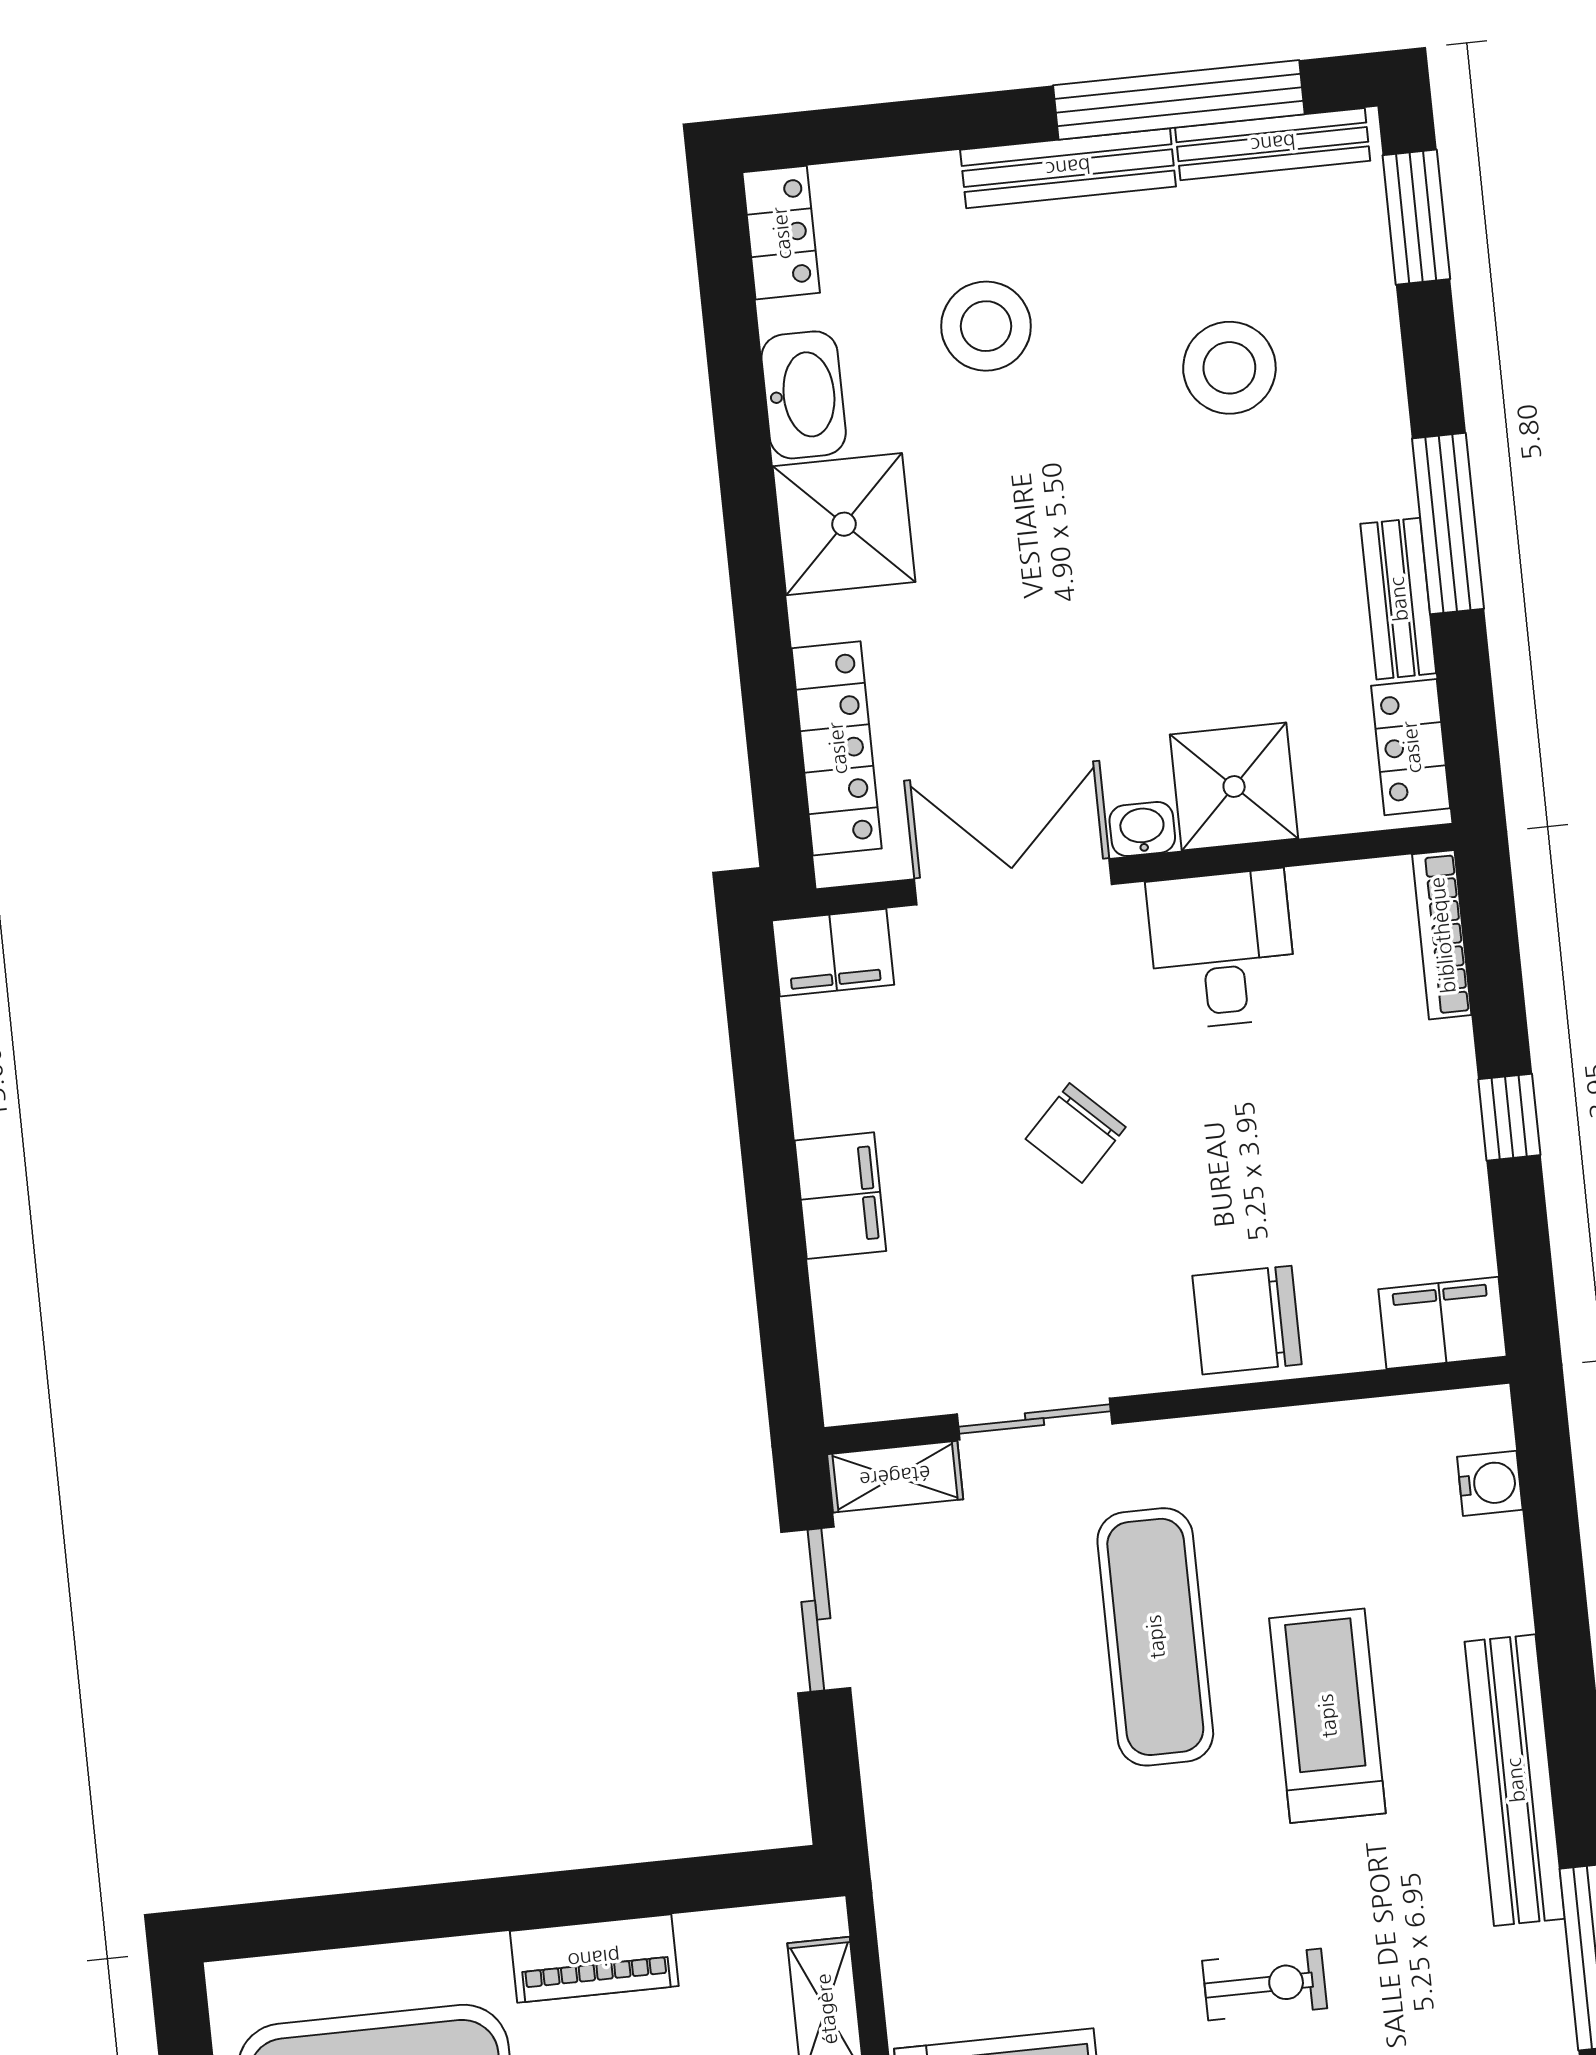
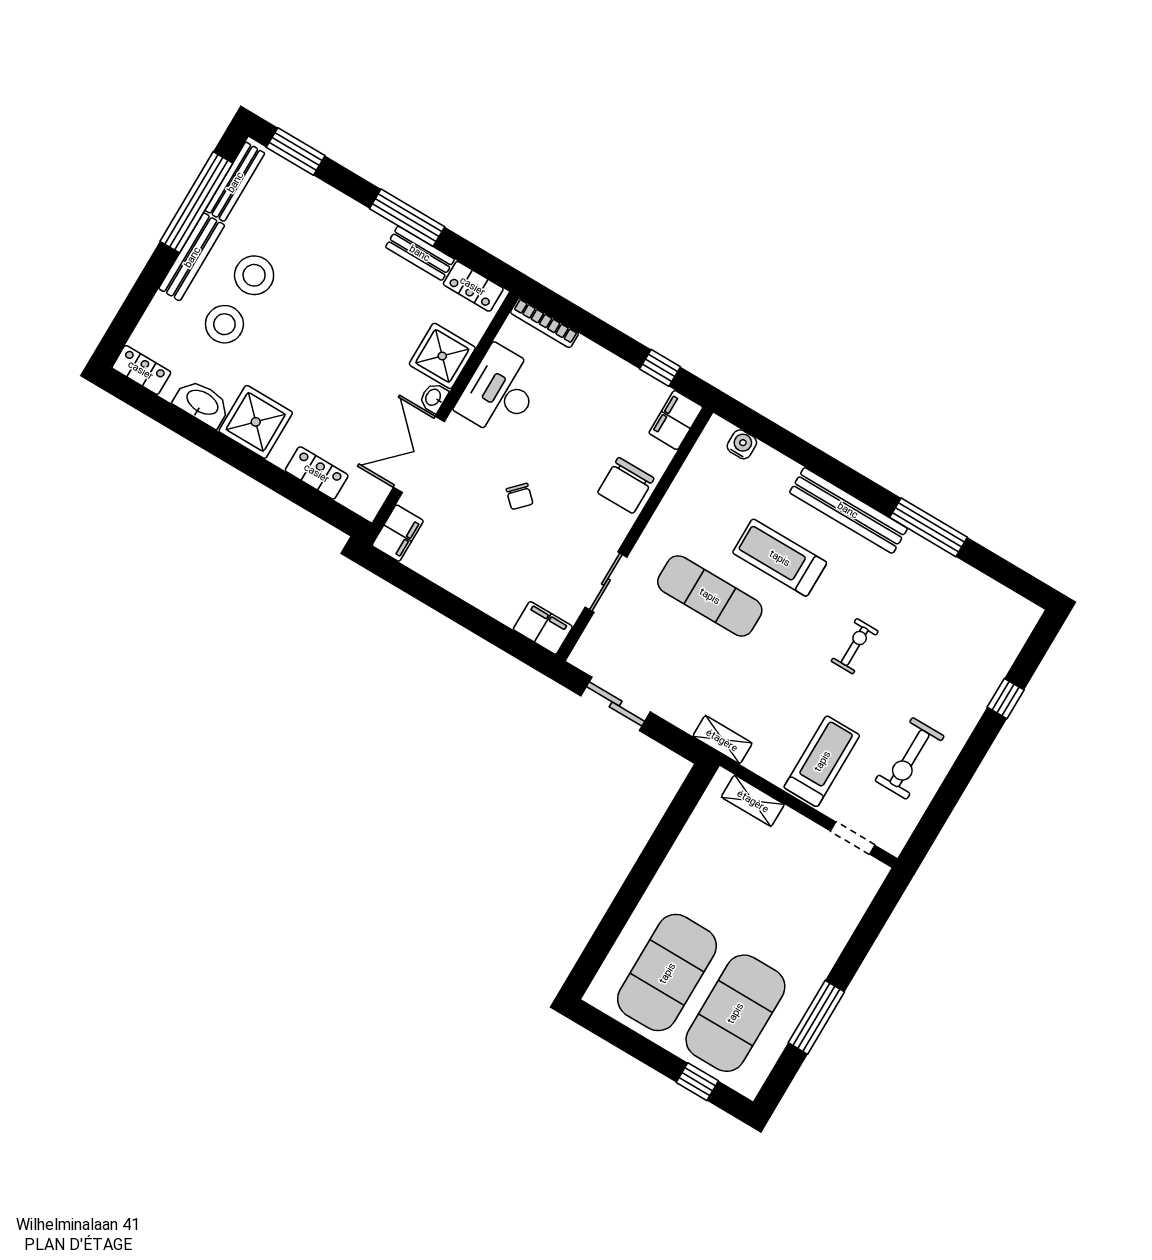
stool: (1229, 368) -> (254, 275), moved
locker: (837, 748) -> (317, 473), width x0.66
desk: (1222, 949) -> (500, 391), width x1.37
window: (1509, 1117) -> (660, 368), moved
chair: (1076, 1133) -> (520, 496), width x0.73, depth x0.73
filing cabinet: (840, 1196) -> (543, 628), moved
shelving: (895, 1477) -> (722, 740), moved, turned 90
piano: (594, 1959) -> (678, 866), removed

